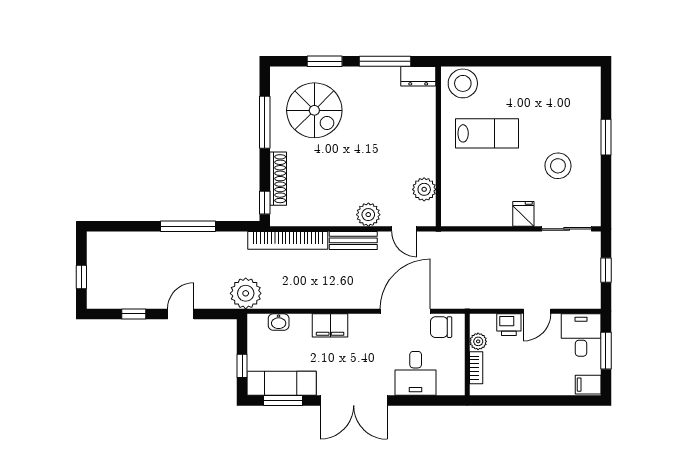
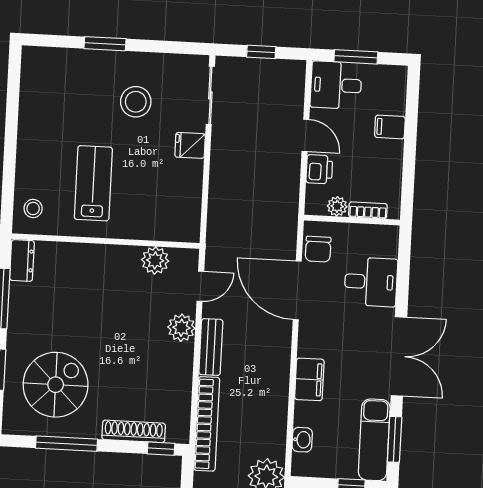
stool: (463, 83) -> (33, 209), width x0.53, depth x0.53
filing cabinet: (588, 385) -> (390, 127), moved, turned 90

